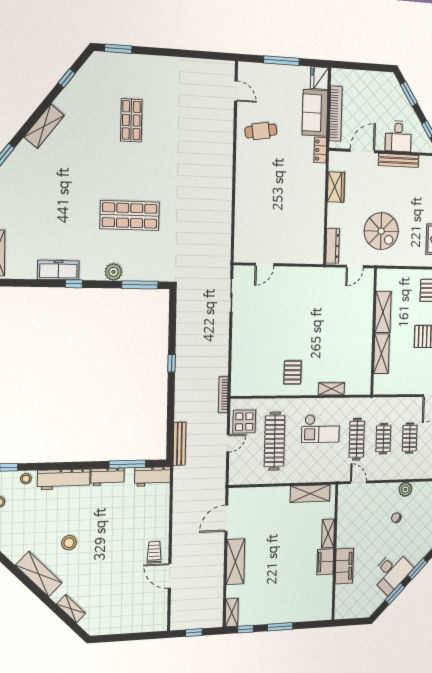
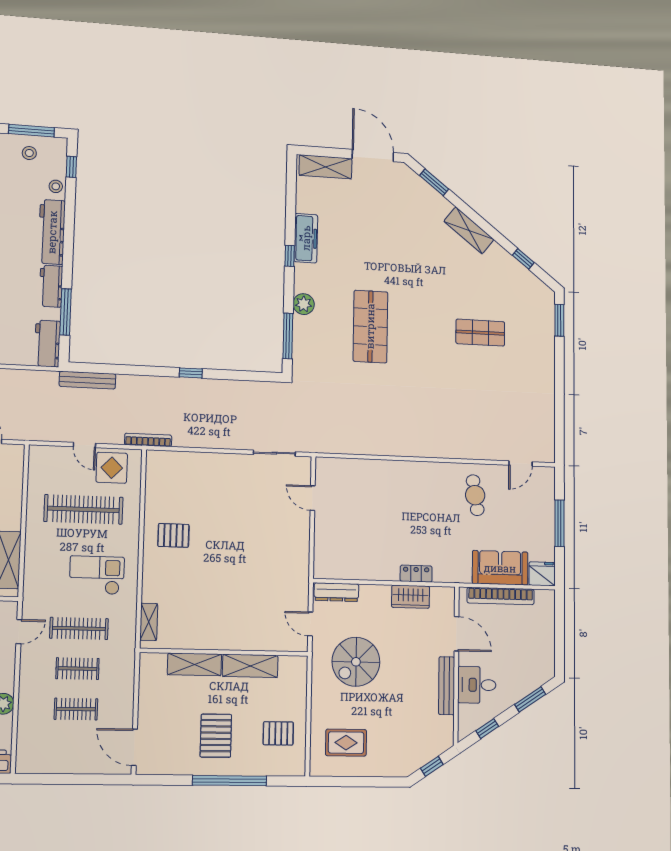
locker: (320, 150) -> (416, 574), moved
shelving: (331, 389) -> (149, 622), moved
checkout: (321, 428) -> (97, 575), turned 90

